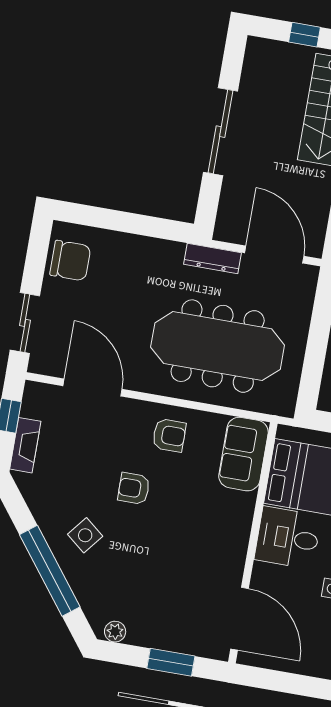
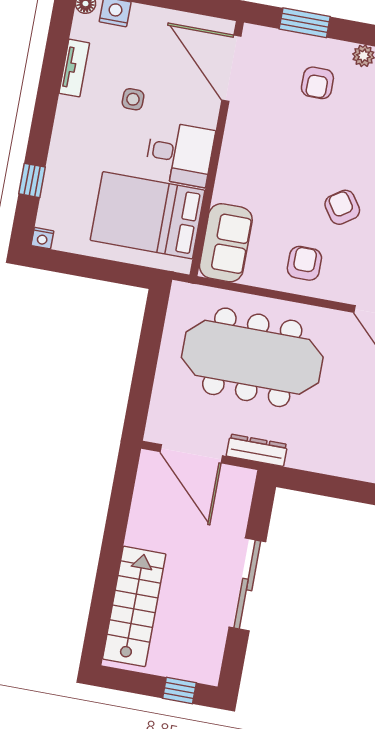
window: (305, 35) -> (179, 691), moved
armchair: (169, 435) -> (304, 263), turned 90
armchair: (134, 488) -> (342, 207), turned -124
armchair: (158, 606) -> (317, 83), added

